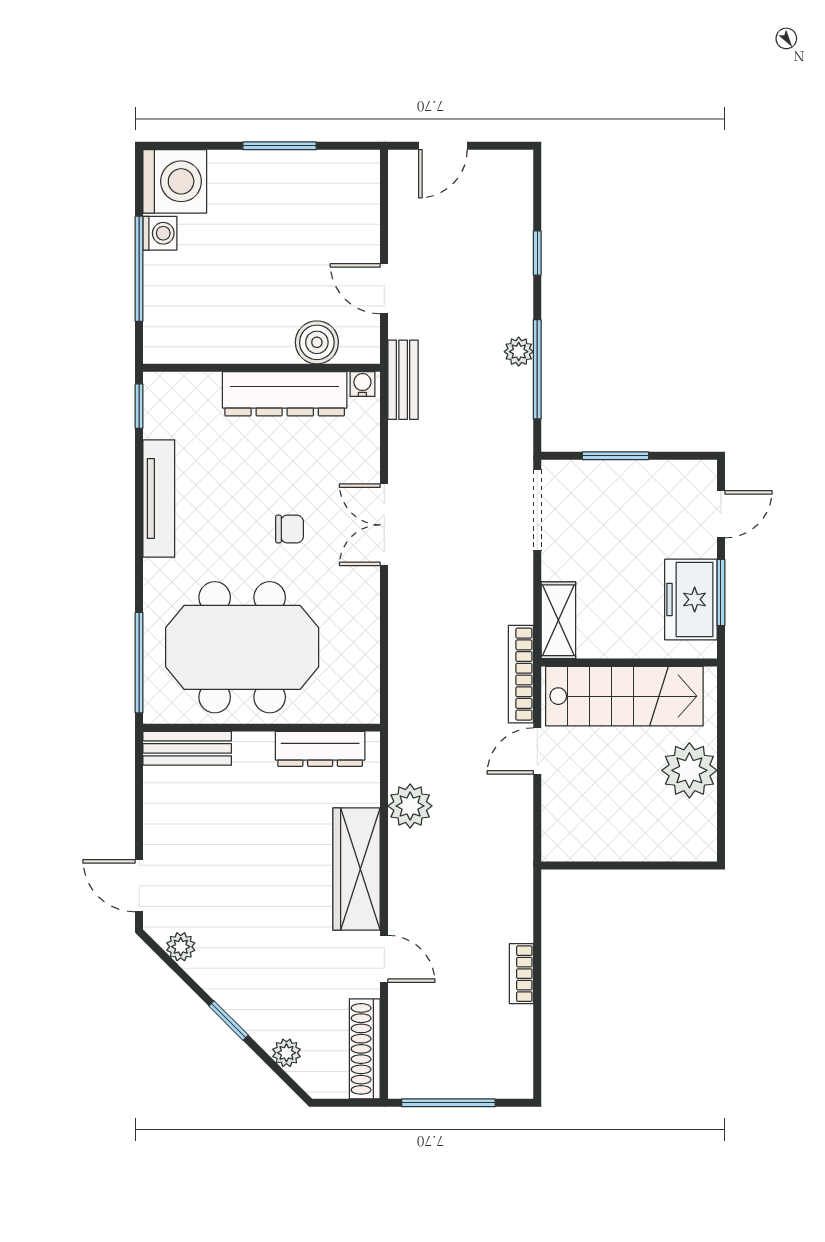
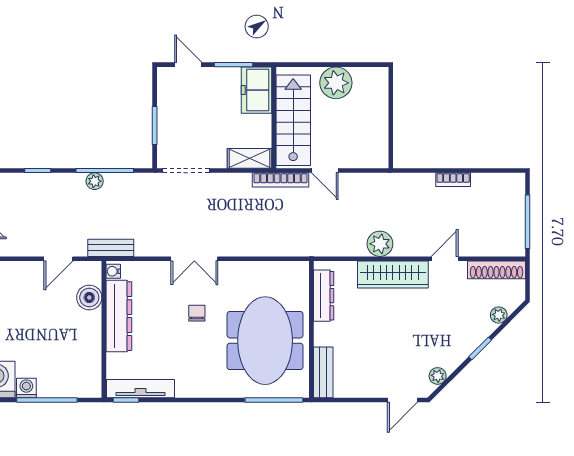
tv unit: (159, 499) -> (140, 389), moved
freezer: (691, 599) -> (256, 90), moved, turned 90
plant: (410, 806) -> (380, 244), moved

